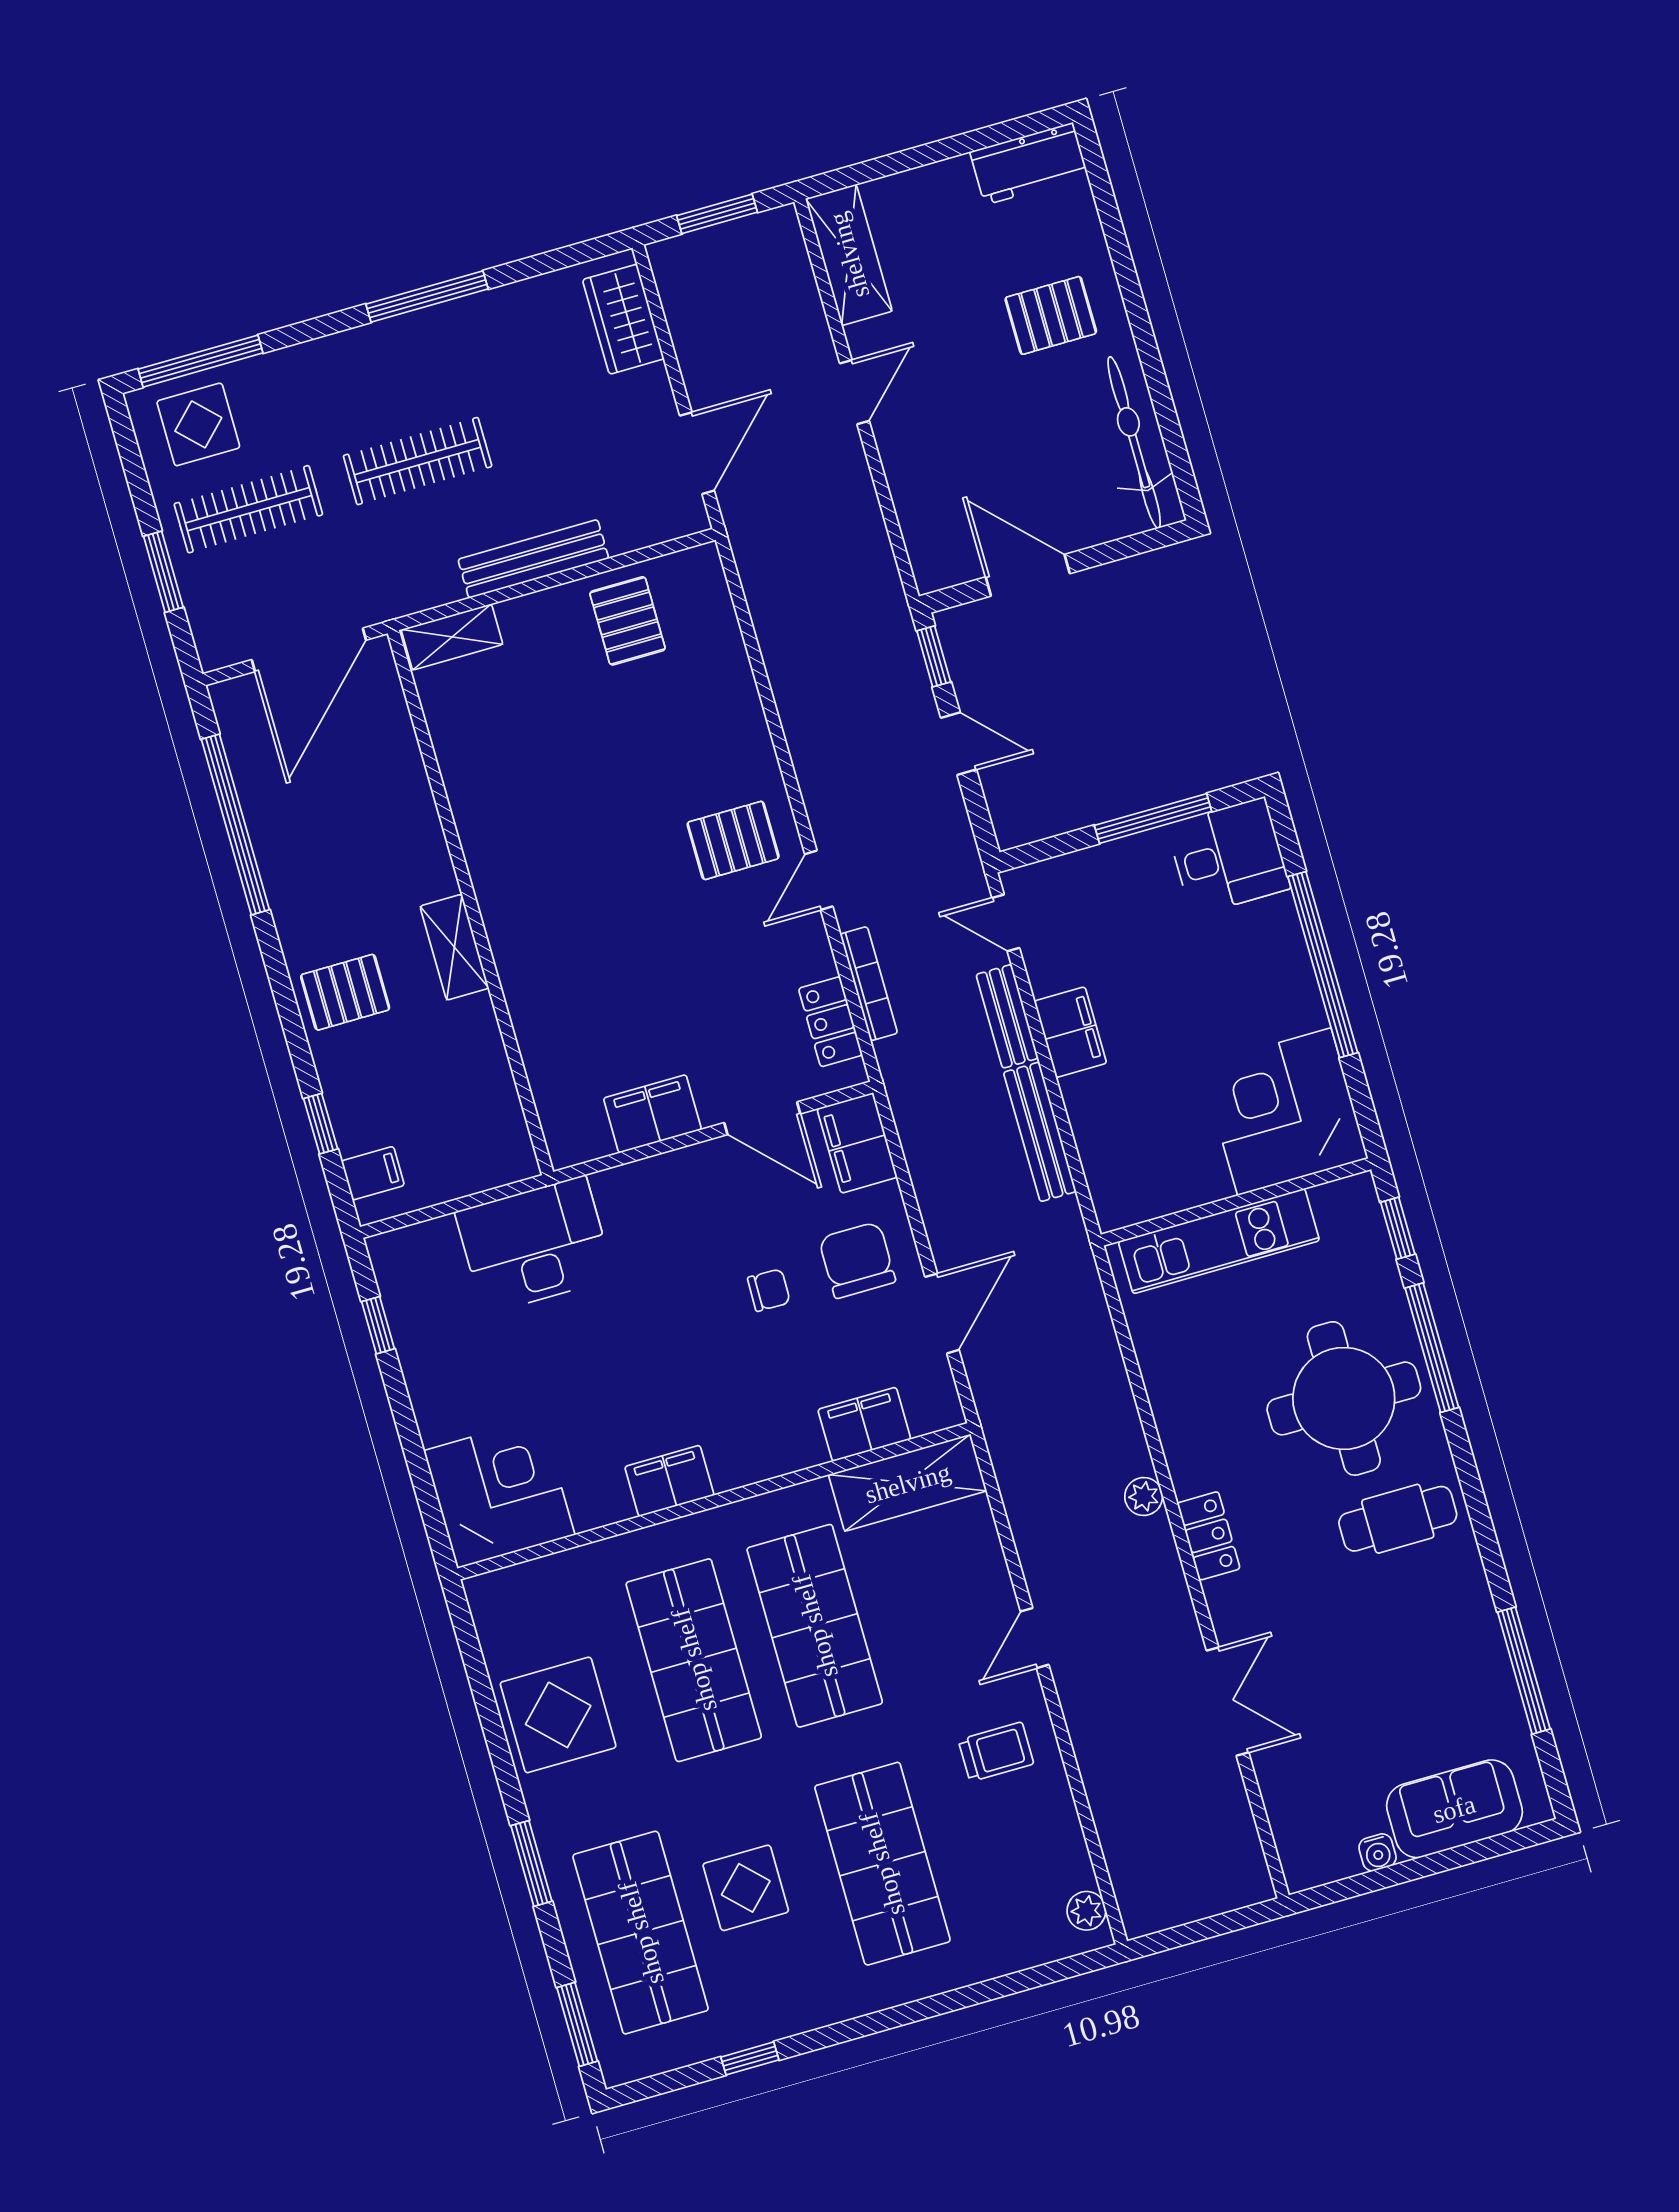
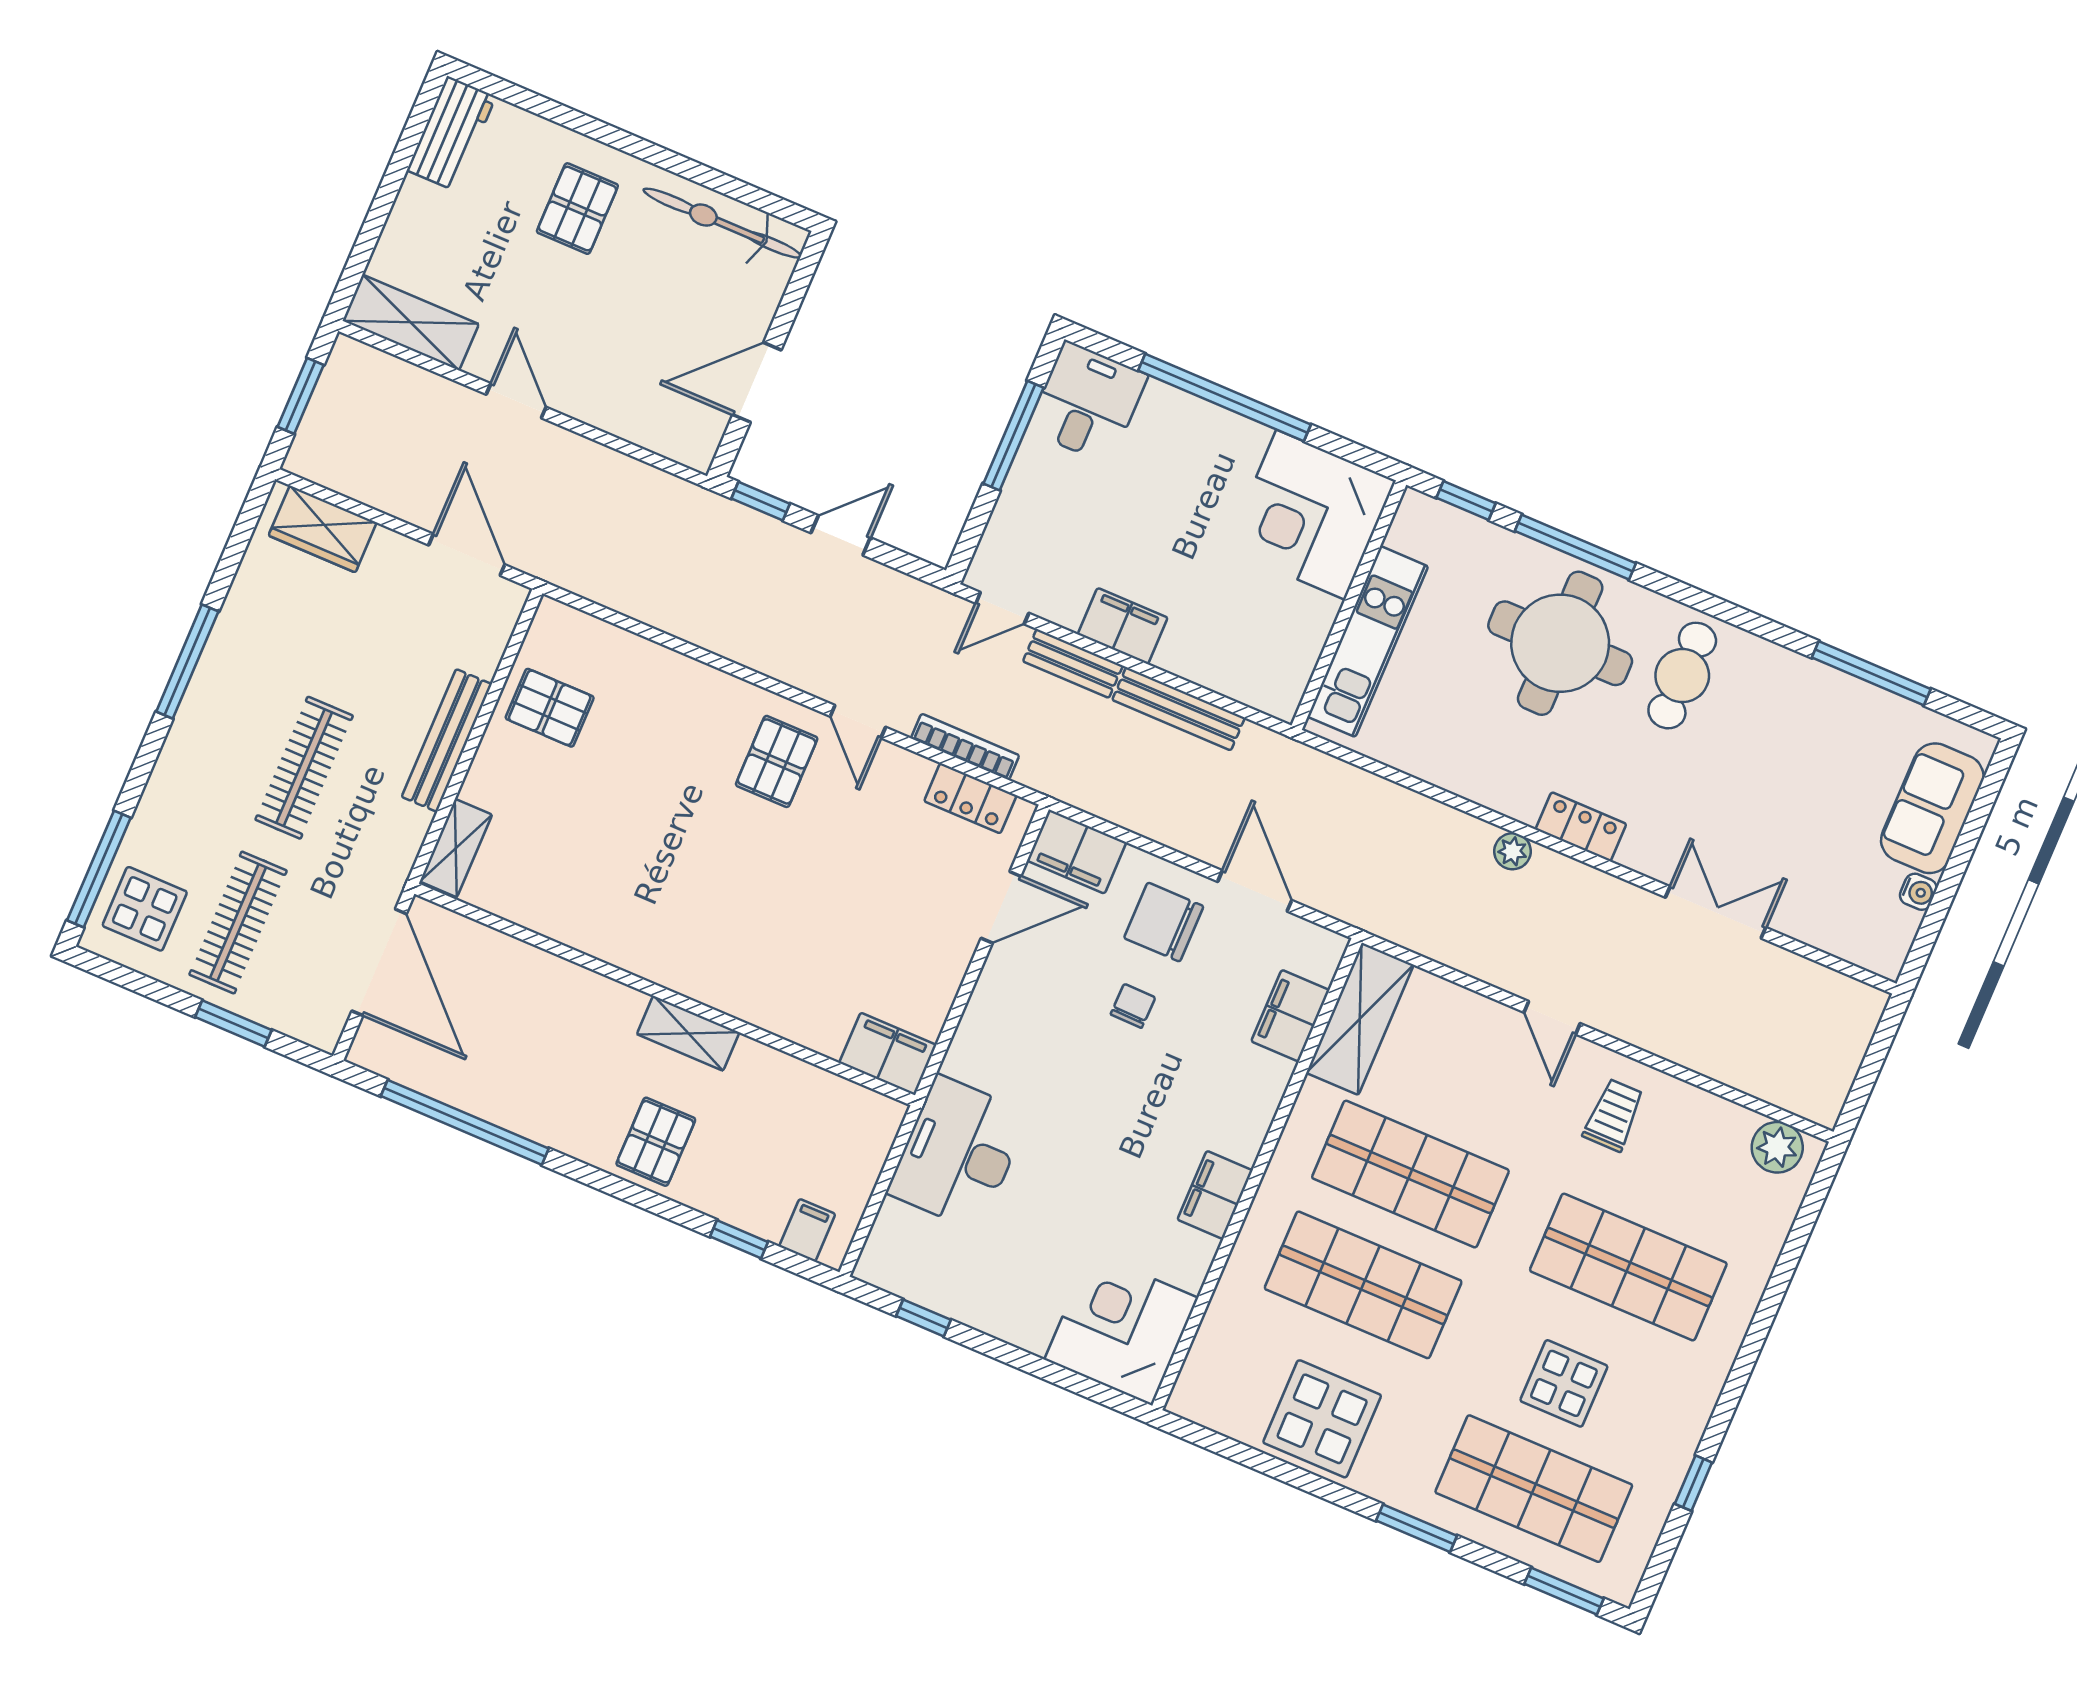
filing cabinet: (652, 1114) -> (888, 1054), moved, turned 90
plant: (1086, 1911) -> (1777, 1147), width x1.38, depth x1.38

